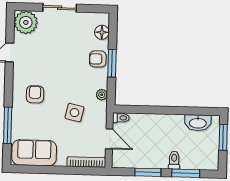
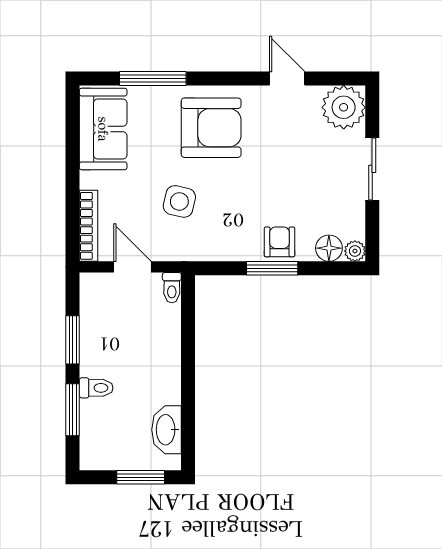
armchair: (35, 94) -> (211, 128), width x1.88, depth x1.88
plant: (102, 95) -> (355, 251), moved
door: (109, 139) -> (132, 267), swing flipped

